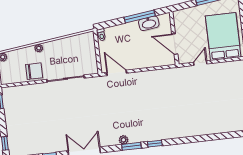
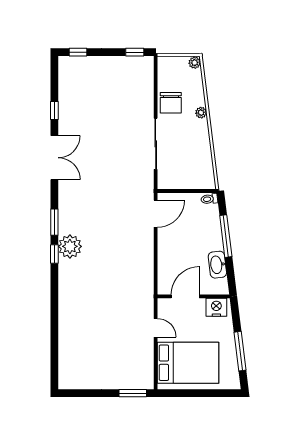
window: (140, 16) -> (226, 236), moved
nightstand: (180, 20) -> (216, 307), added
plant: (124, 140) -> (70, 246), moved, width x1.88, depth x1.88

